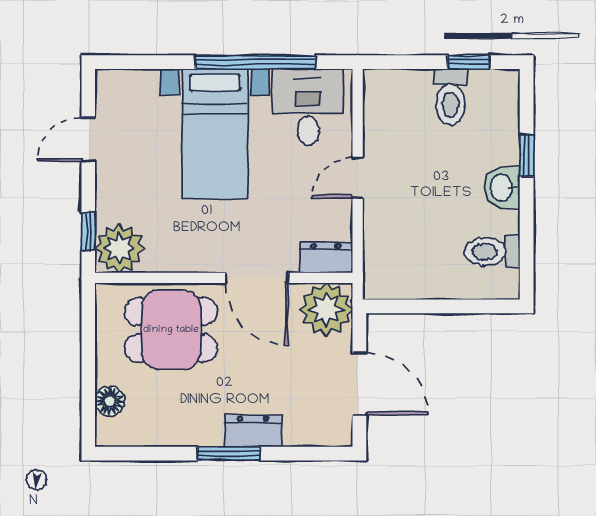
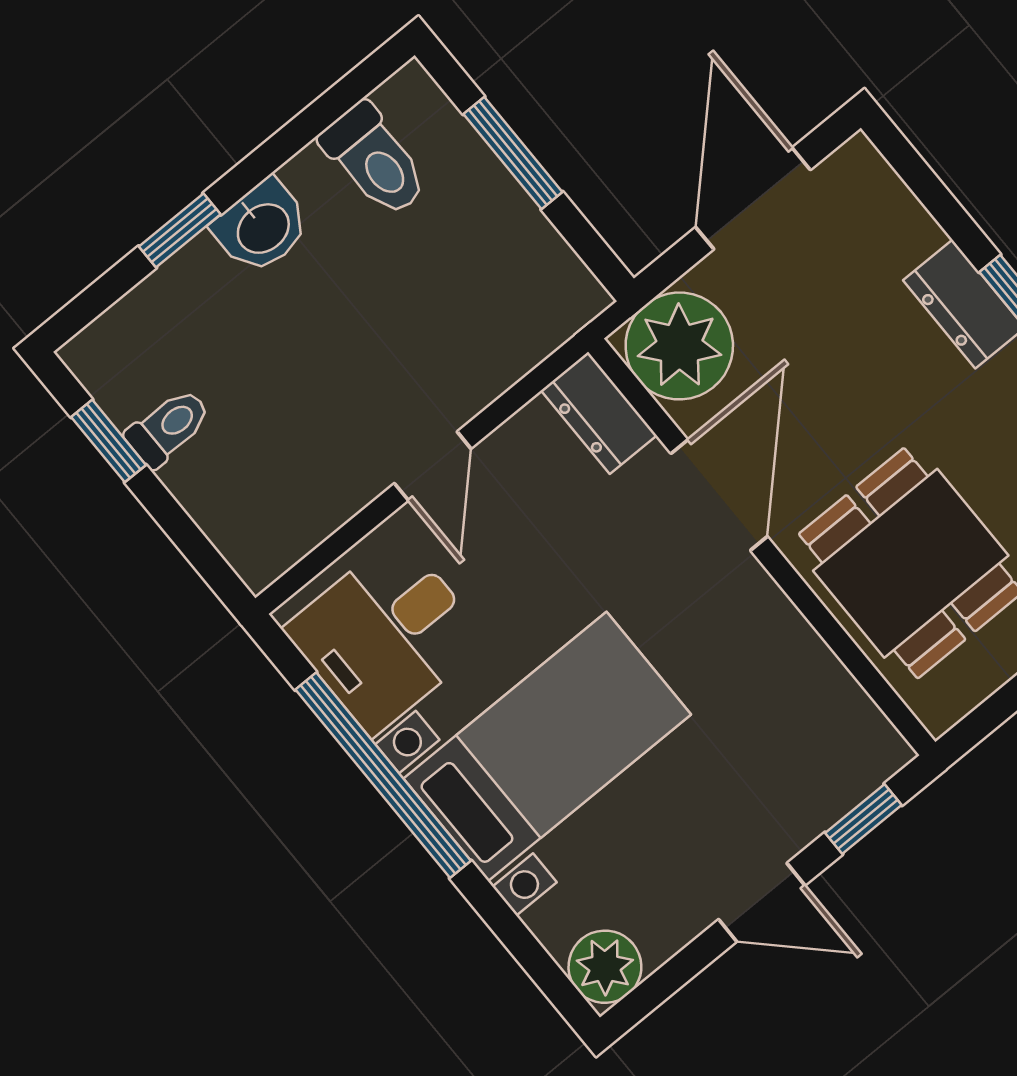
toilet: (450, 97) -> (168, 428), width x0.73, depth x0.72
door: (88, 139) -> (762, 902), moved
door: (358, 178) -> (433, 466), hinge flipped
plant: (119, 249) -> (605, 967), moved, width x0.73, depth x0.73
window: (452, 306) -> (513, 153), added

